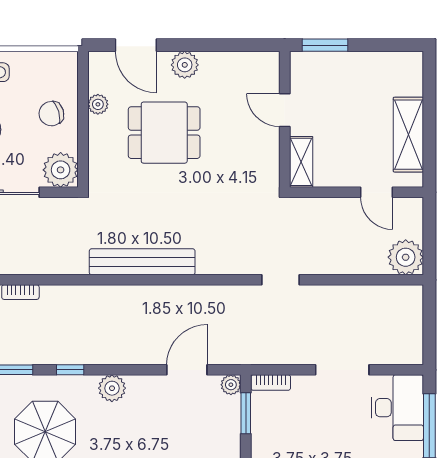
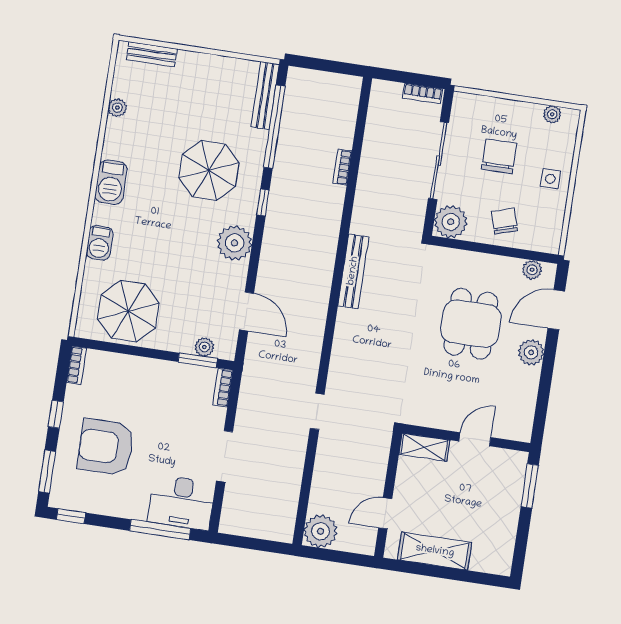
plant: (98, 104) -> (532, 270), moved
bench: (142, 262) -> (353, 271), width x0.73, depth x0.82
plant: (231, 385) -> (204, 347), moved
plant: (112, 388) -> (235, 243), width x1.36, depth x1.36

